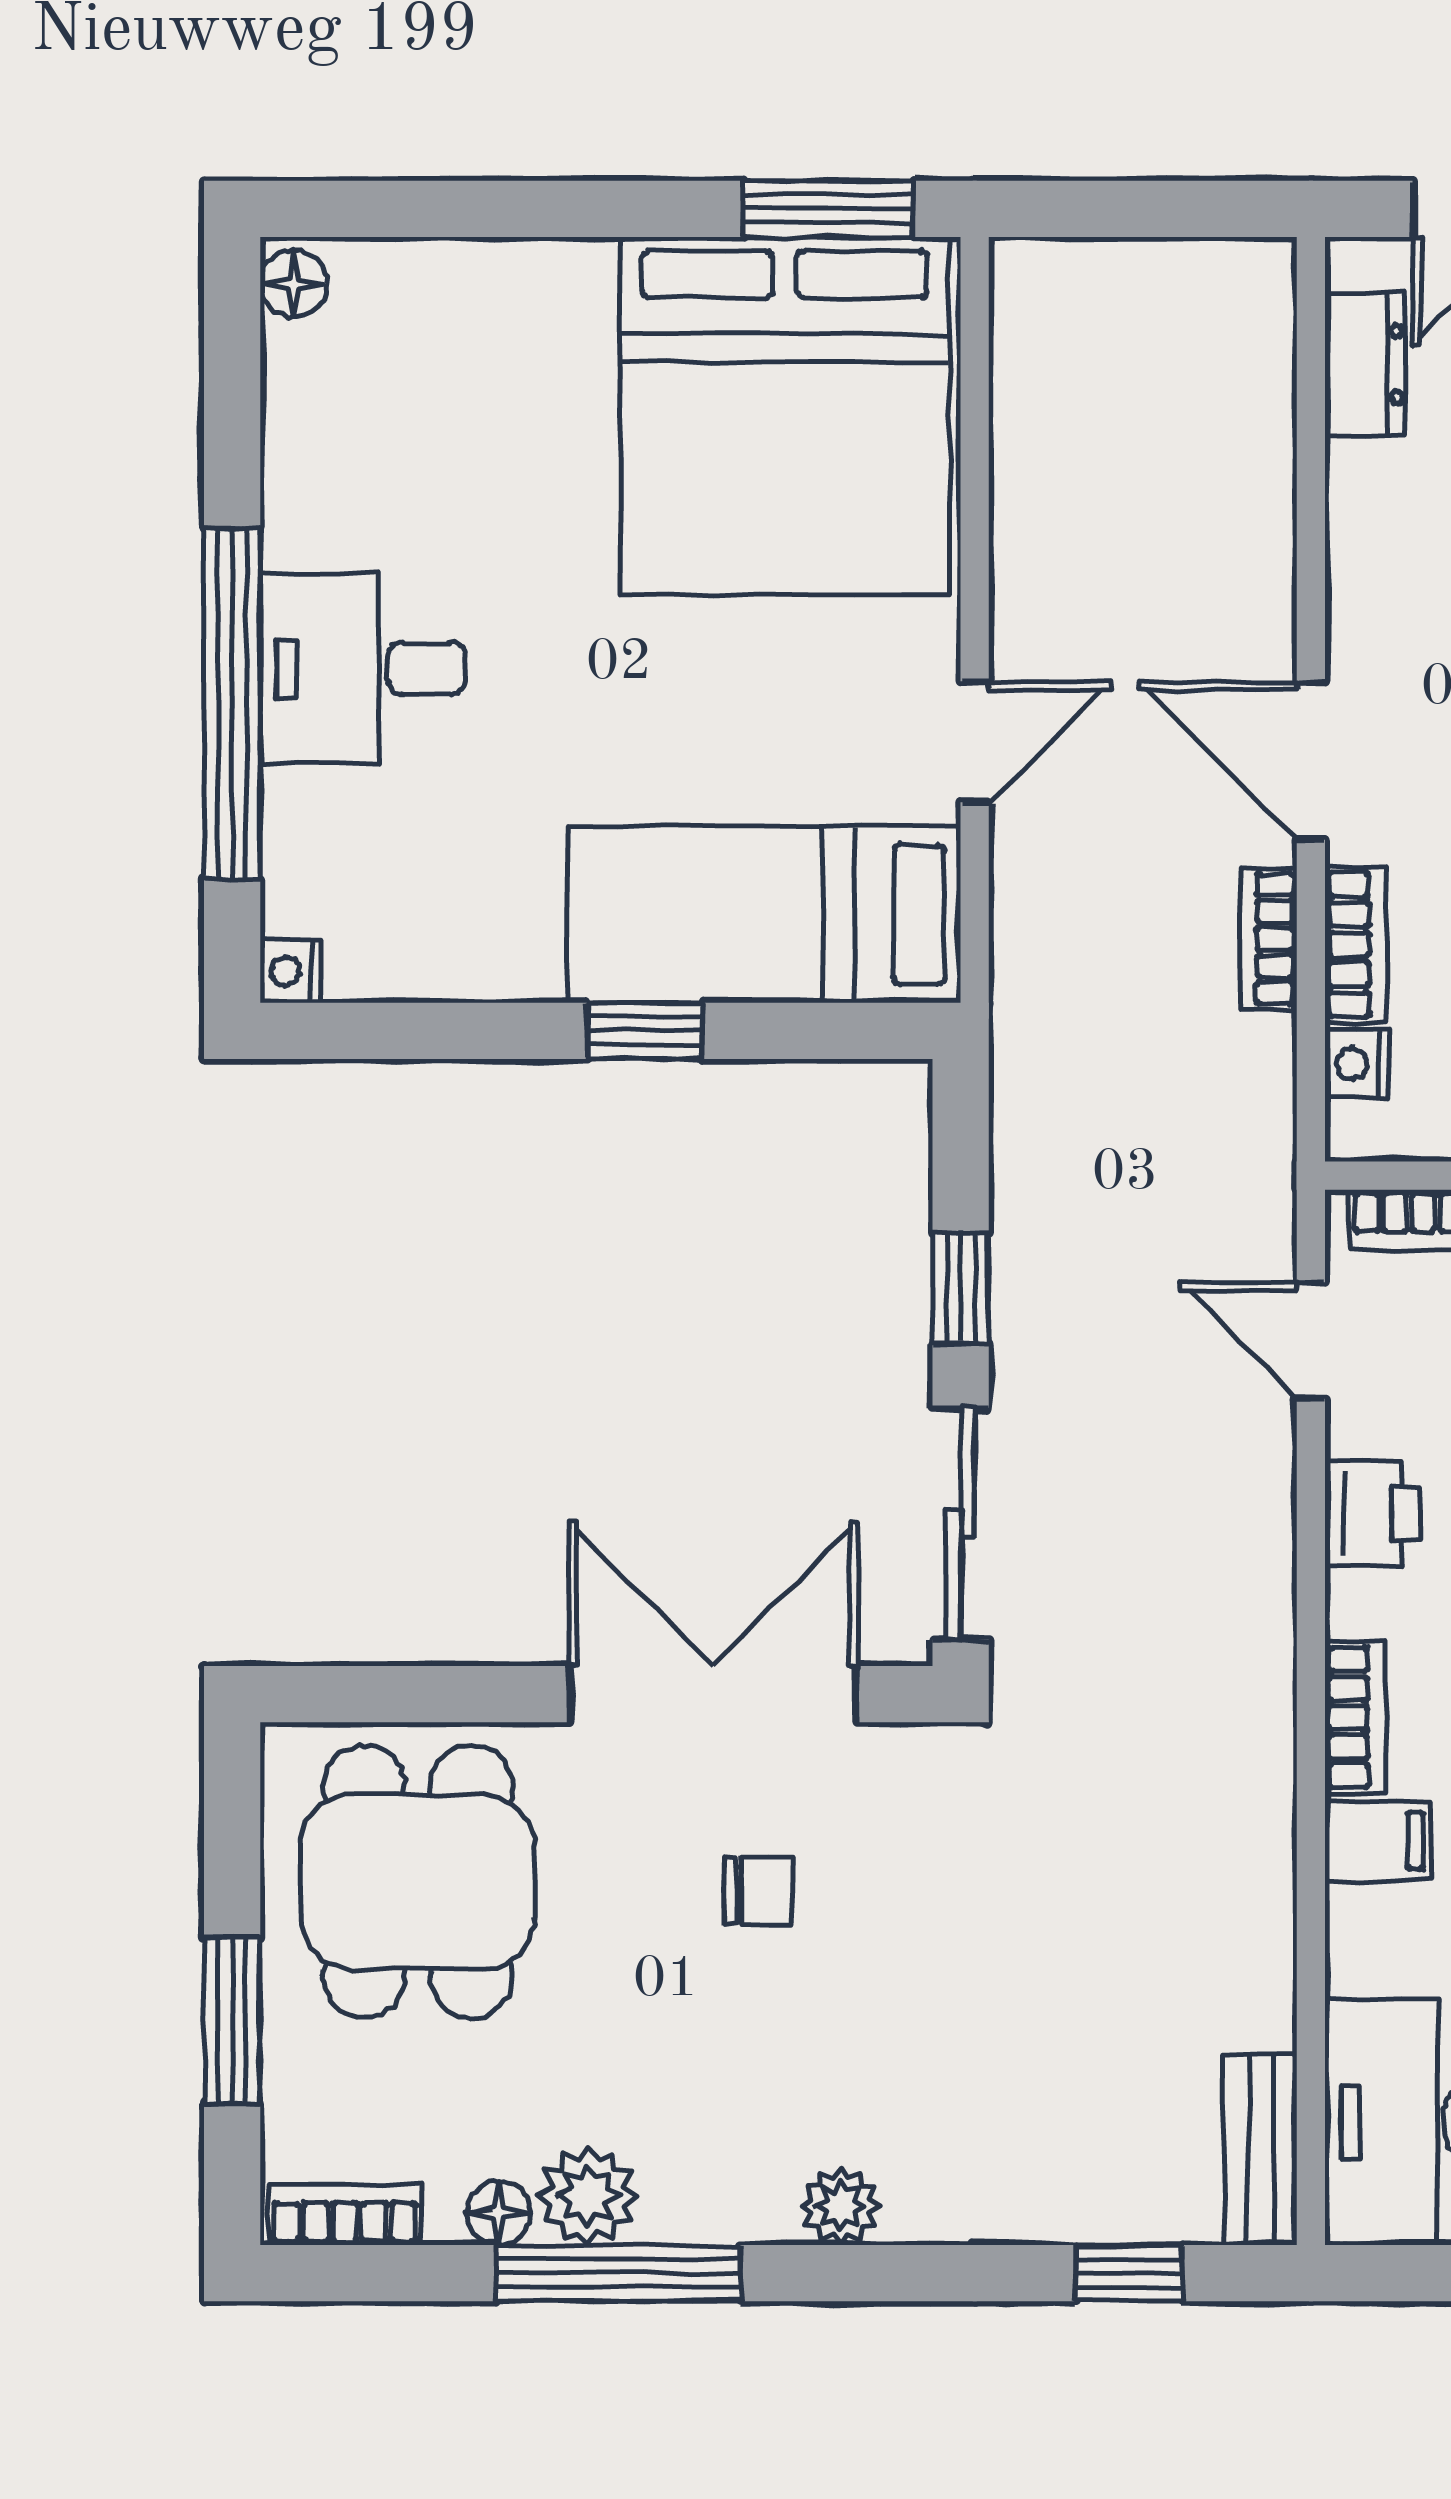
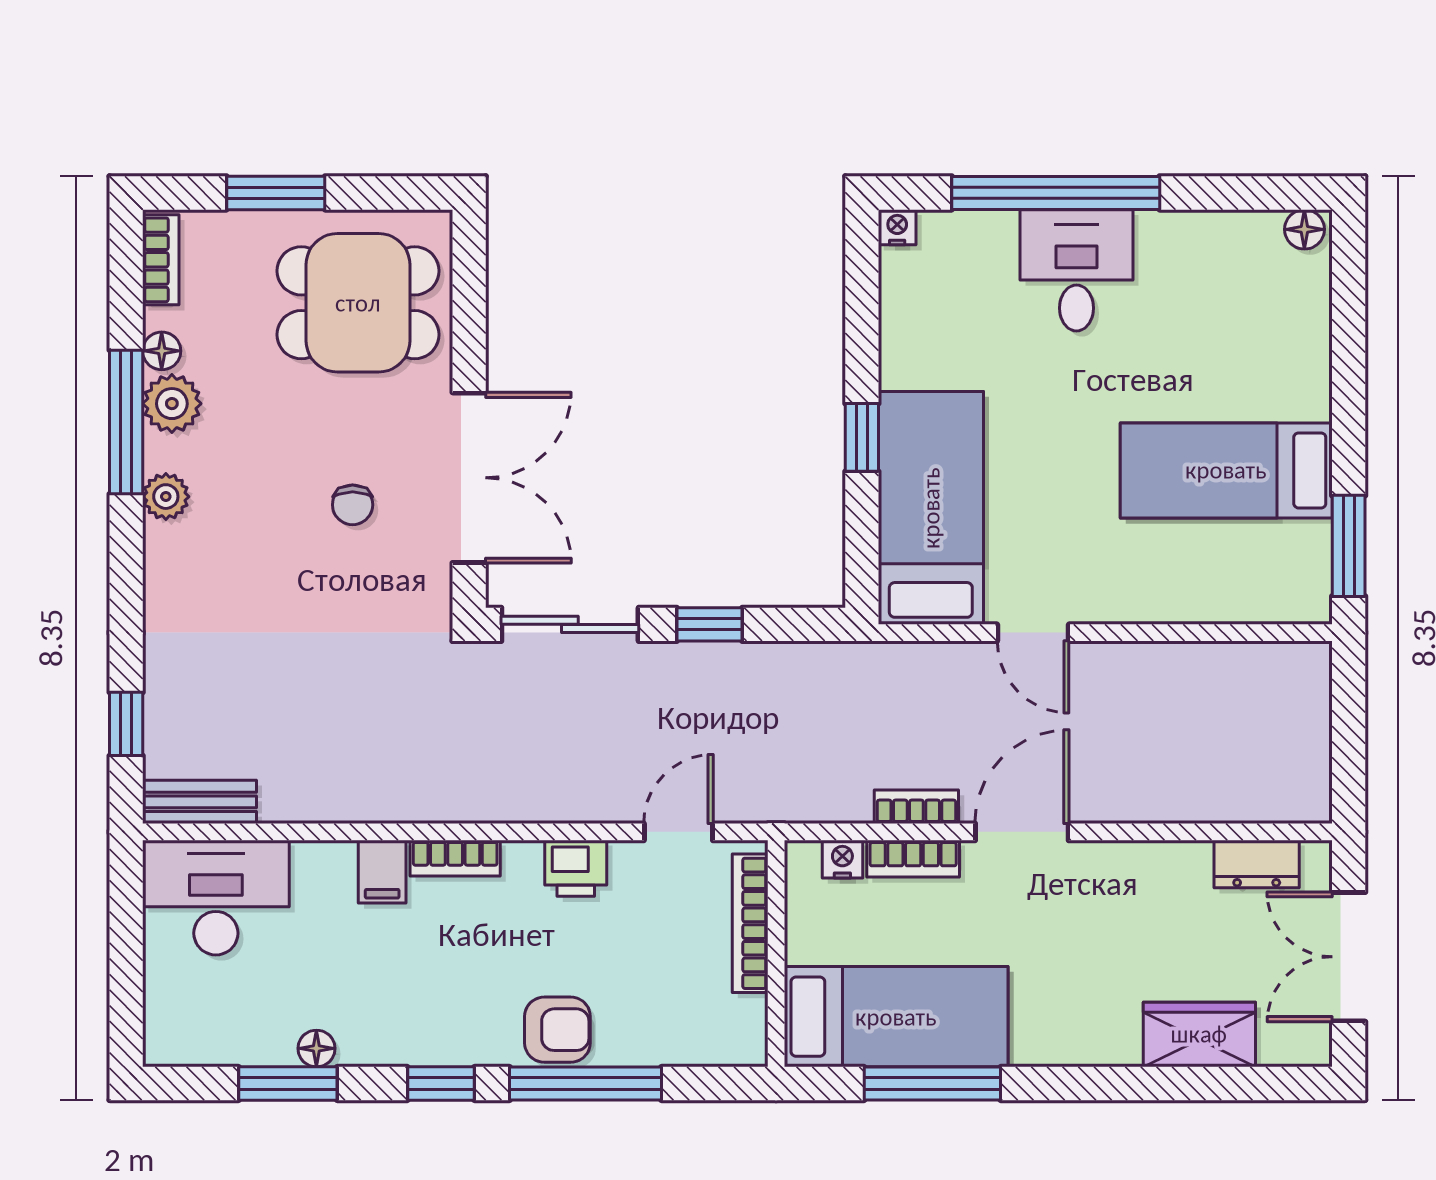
bed: (785, 416) -> (1226, 470), width x0.49
plant: (841, 2206) -> (166, 497), moved

